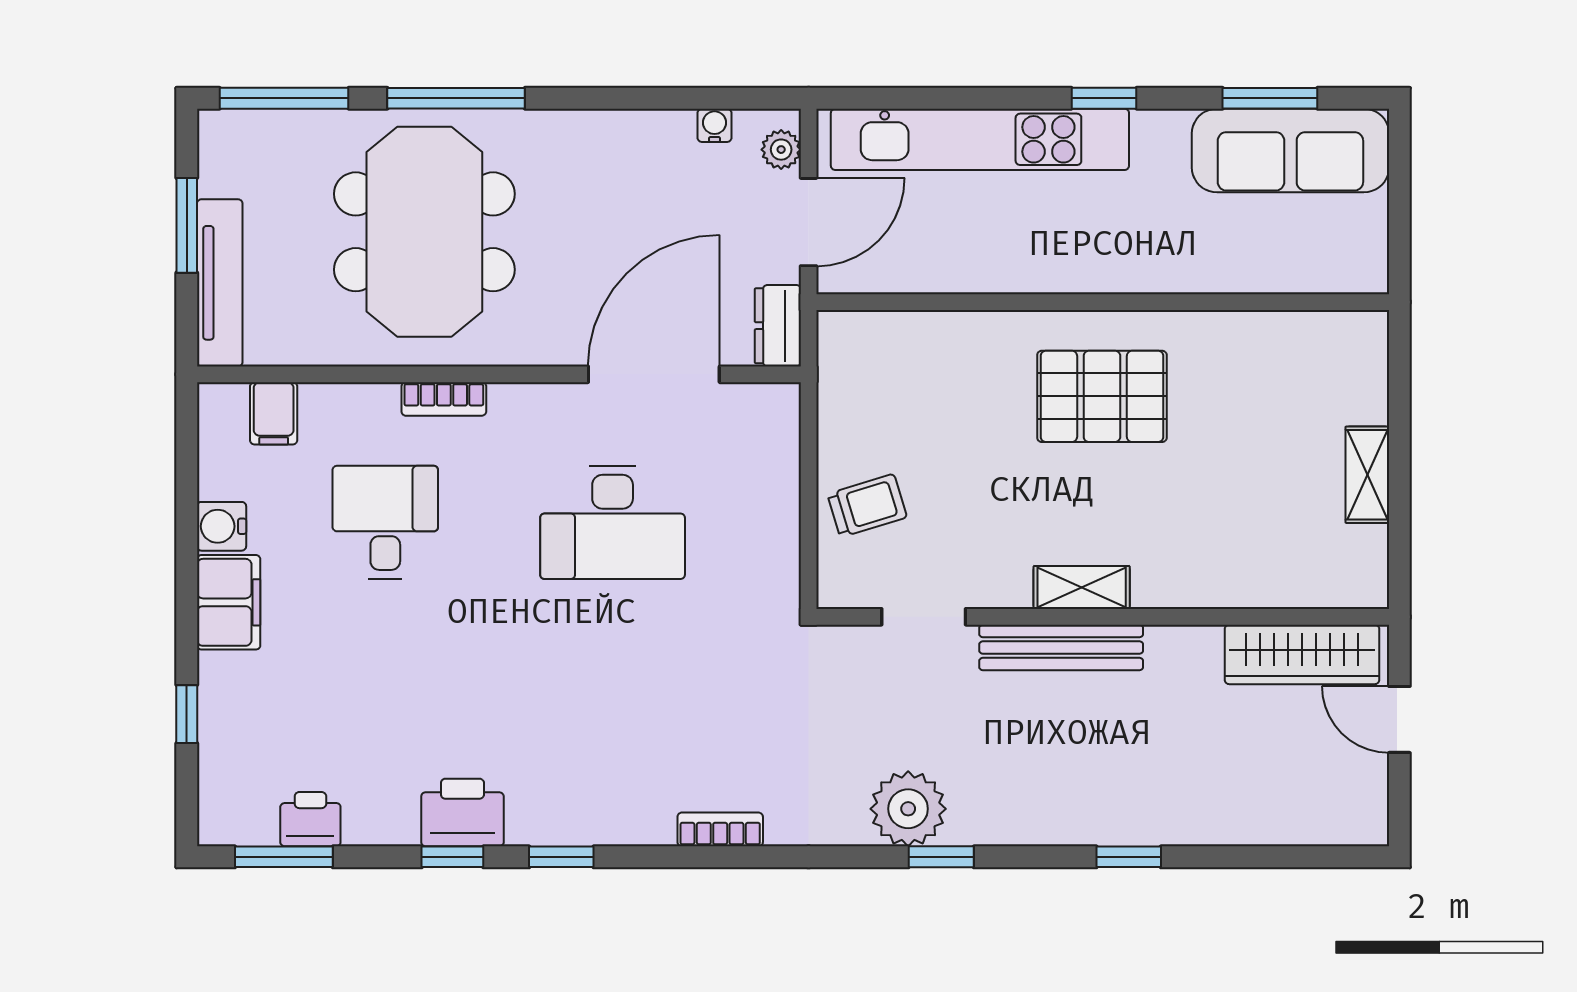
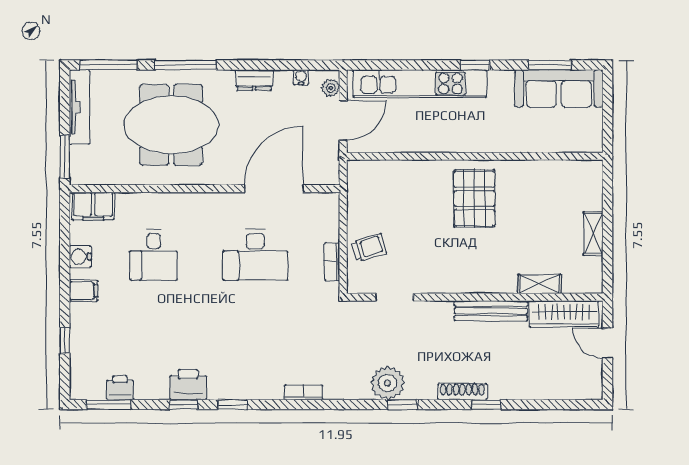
window: (187, 225) -> (65, 157), moved
meeting table: (424, 232) -> (171, 125), turned 90
tv unit: (220, 283) -> (80, 107), moved
dresser: (778, 326) -> (254, 80), moved, turned -90
pallet: (1102, 396) -> (474, 198), turned 90
bookcase: (444, 399) -> (332, 262), moved, turned 90
filing cabinet: (274, 413) -> (93, 206), width x2.00
desk: (385, 522) -> (154, 255), turned 180
shelving: (1082, 587) -> (539, 284), moved
filing cabinet: (229, 602) -> (84, 291), width x0.50
bench: (1061, 648) -> (491, 311), moved
shoe rack: (1075, 828) -> (462, 392), added

